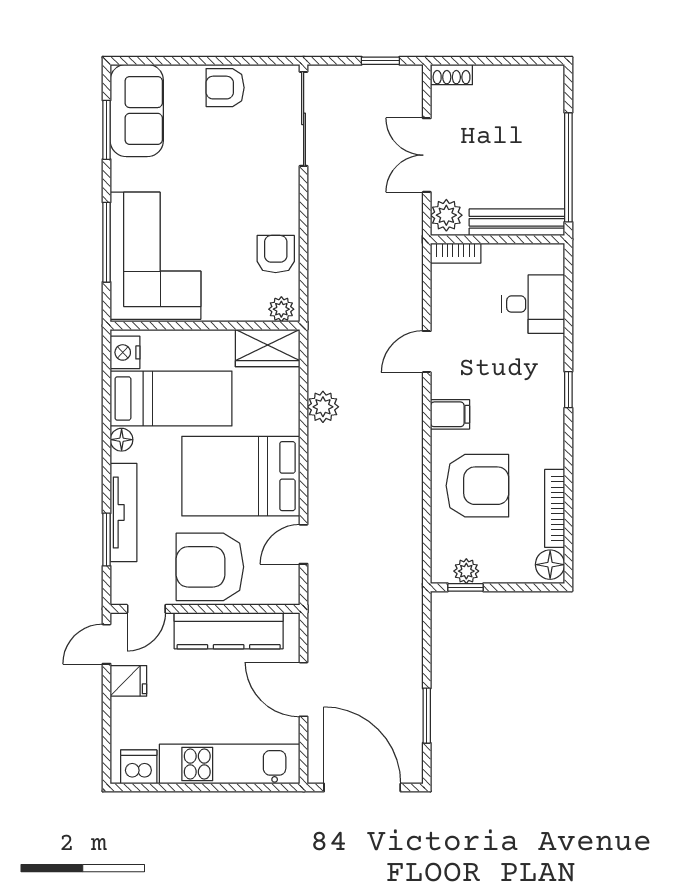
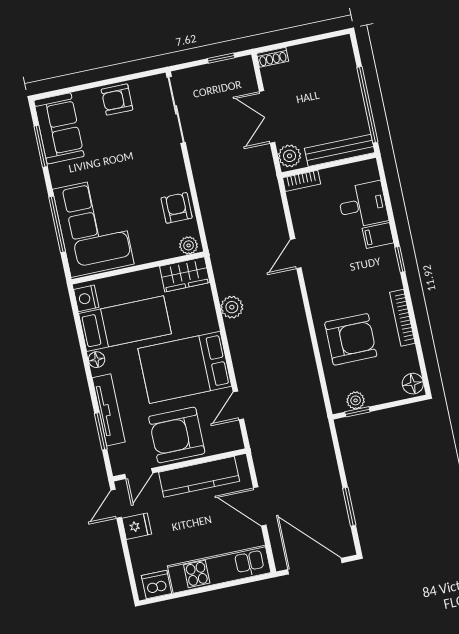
filing cabinet: (450, 414) -> (378, 235), moved, turned 180
bookcase: (555, 508) -> (402, 318), moved

